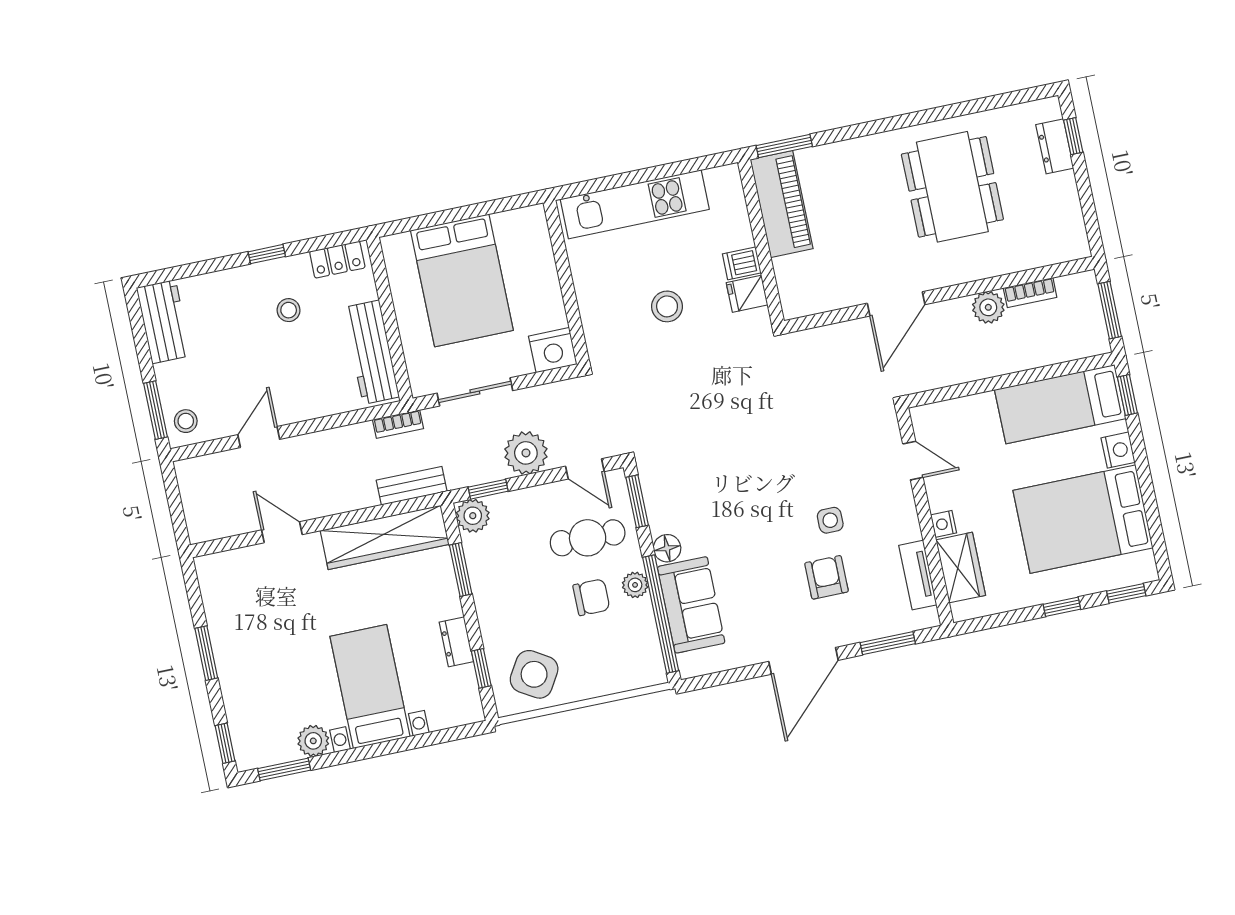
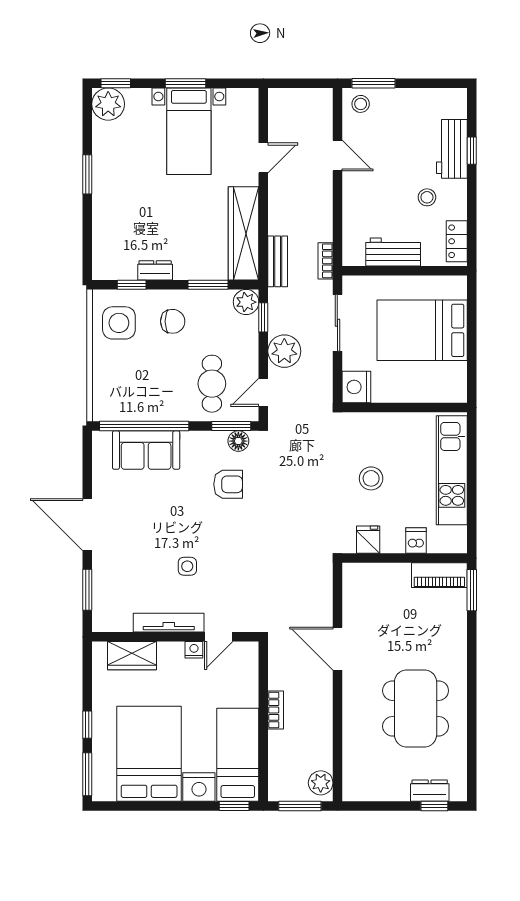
dining table: (952, 187) -> (416, 708), turned 90
piano: (782, 204) -> (439, 575), width x0.73, depth x0.75
window: (267, 254) -> (472, 151), moved
dishwasher: (742, 263) -> (416, 540), moved
bookcase: (1030, 293) -> (276, 710), moved, turned 180
plant: (988, 307) -> (321, 783), moved
workbench: (164, 322) -> (452, 149), moved, turned 90
workbench: (371, 352) -> (393, 252), width x0.73
nightstand: (1118, 450) -> (199, 787), width x1.36, depth x1.33
nightstand: (944, 524) -> (194, 650), moved
floor lamp: (667, 548) -> (238, 441), moved
tv unit: (918, 575) -> (169, 623), moved, width x1.41
armchair: (827, 577) -> (228, 484), moved
plant: (635, 585) -> (170, 412), removed
window: (1126, 593) -> (87, 774), width x1.50
chair: (591, 597) -> (173, 321), moved, turned -90
side table: (534, 674) -> (119, 323), turned -31
bed with nightstands: (370, 687) -> (189, 131), moved, turned 90
plant: (313, 741) -> (108, 104), moved, width x1.36, depth x1.36
window: (284, 769) -> (87, 174), moved

